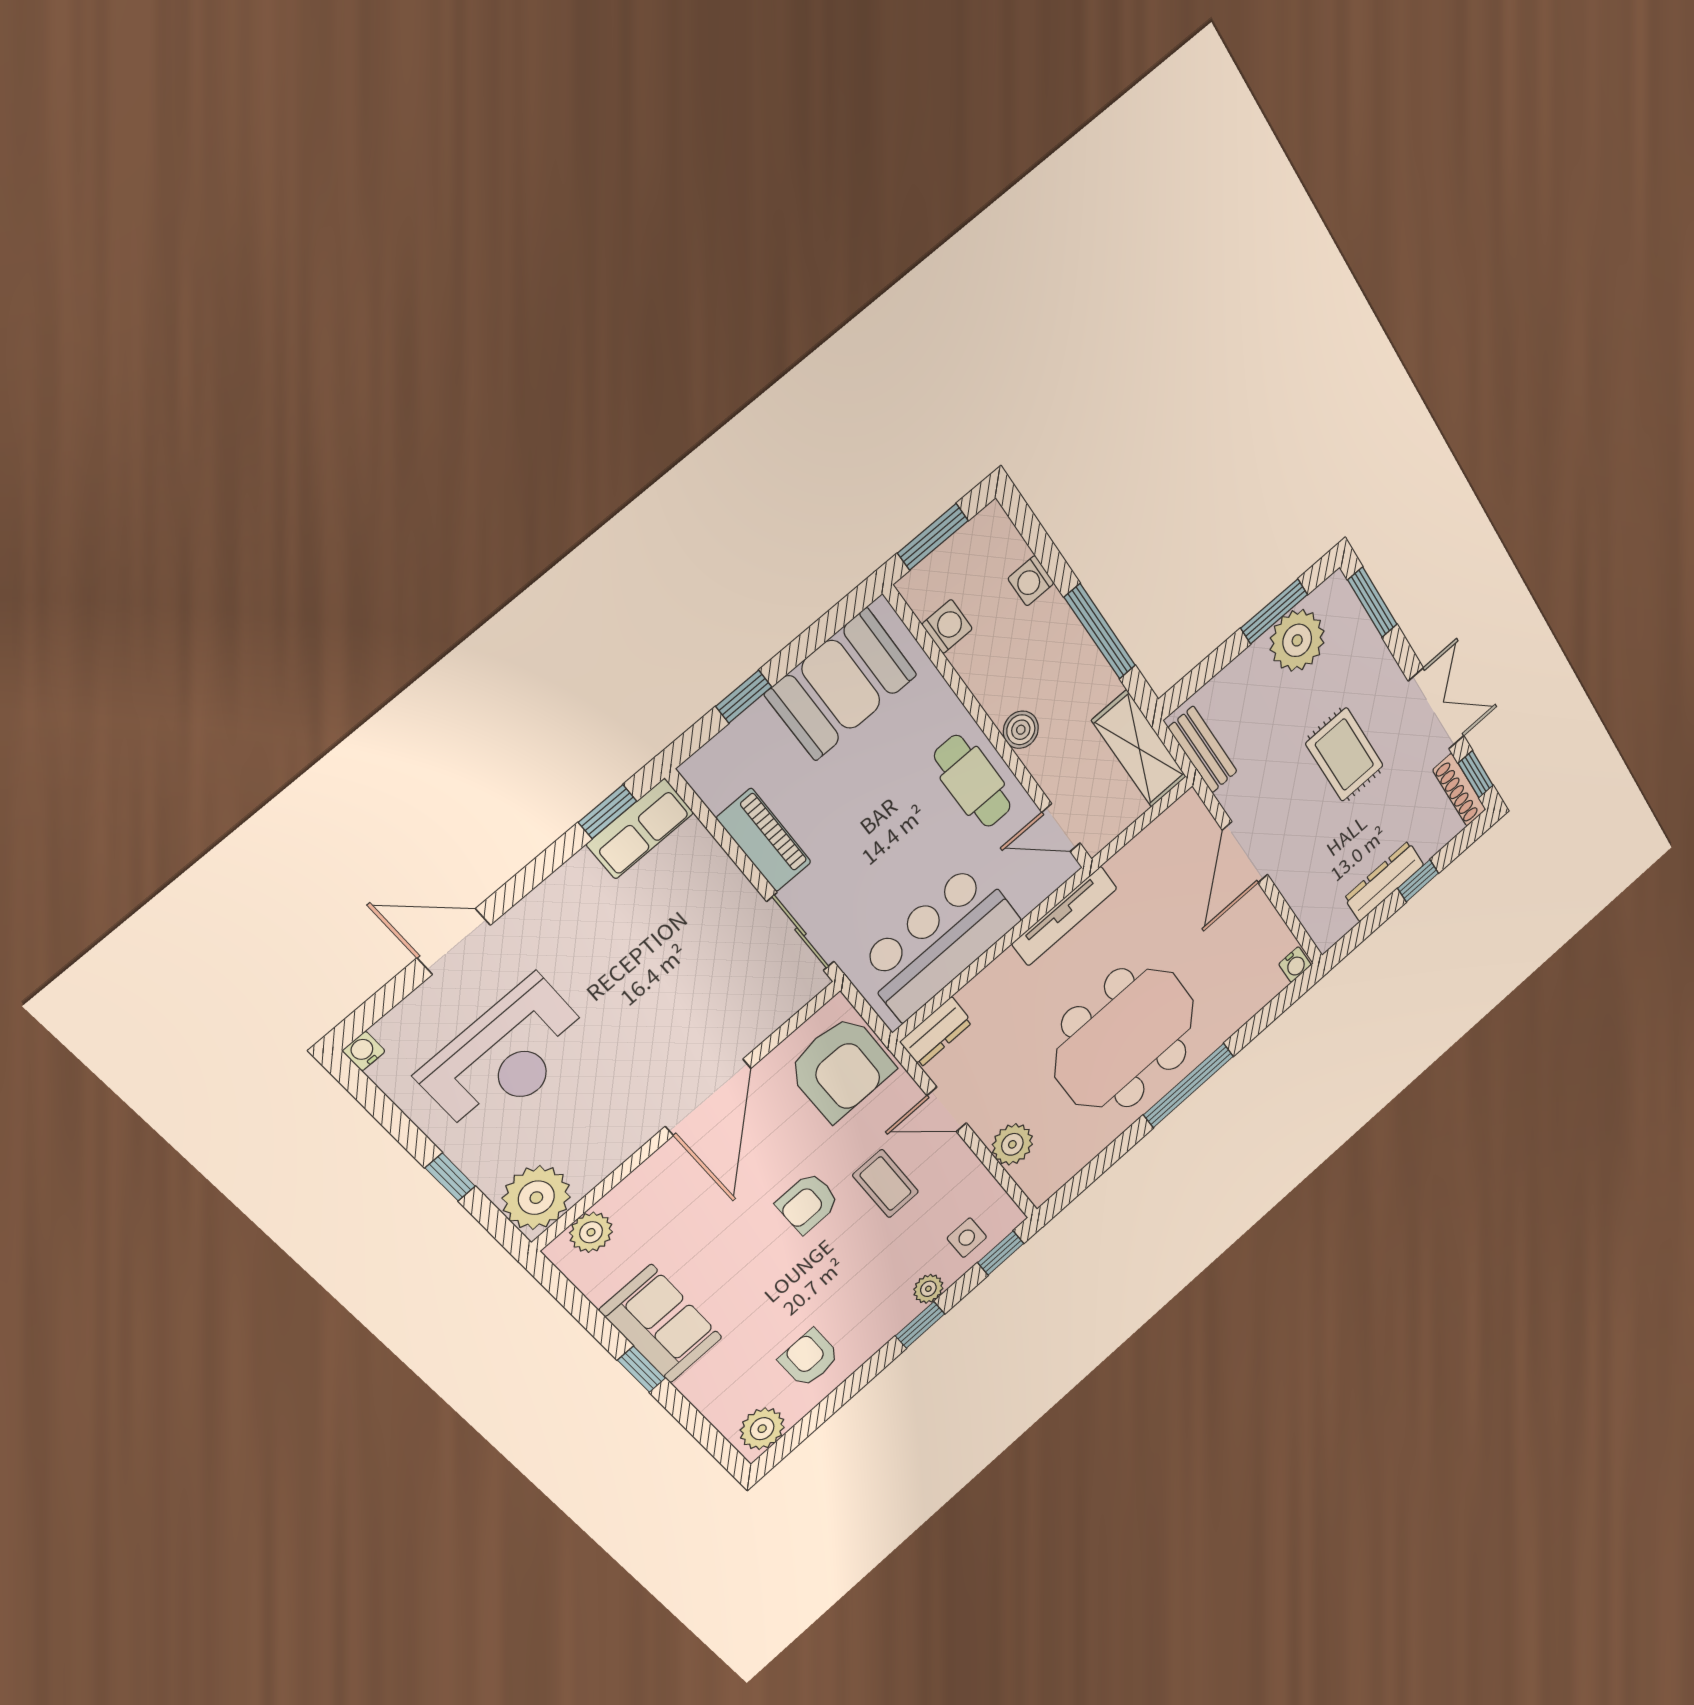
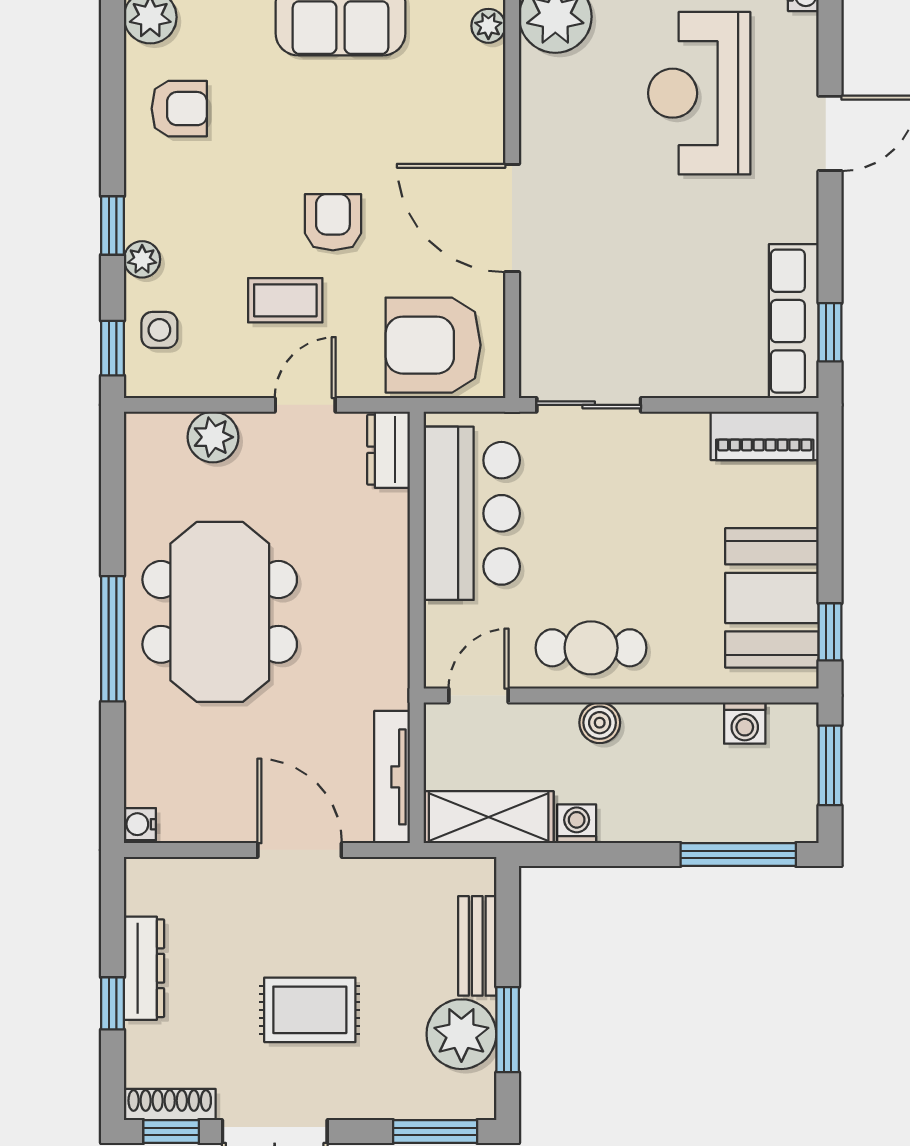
washing machine: (1031, 581) -> (577, 824), moved
window: (1100, 631) -> (738, 854), moved
window: (744, 697) -> (830, 632), moved
bench: (1203, 750) -> (477, 946), moved, turned 90
row of seats: (640, 829) -> (794, 321), width x1.48
piano: (764, 840) -> (765, 436), moved
tv unit: (1064, 916) -> (392, 777), moved
plant: (591, 1232) -> (488, 26), width x0.73, depth x0.73

